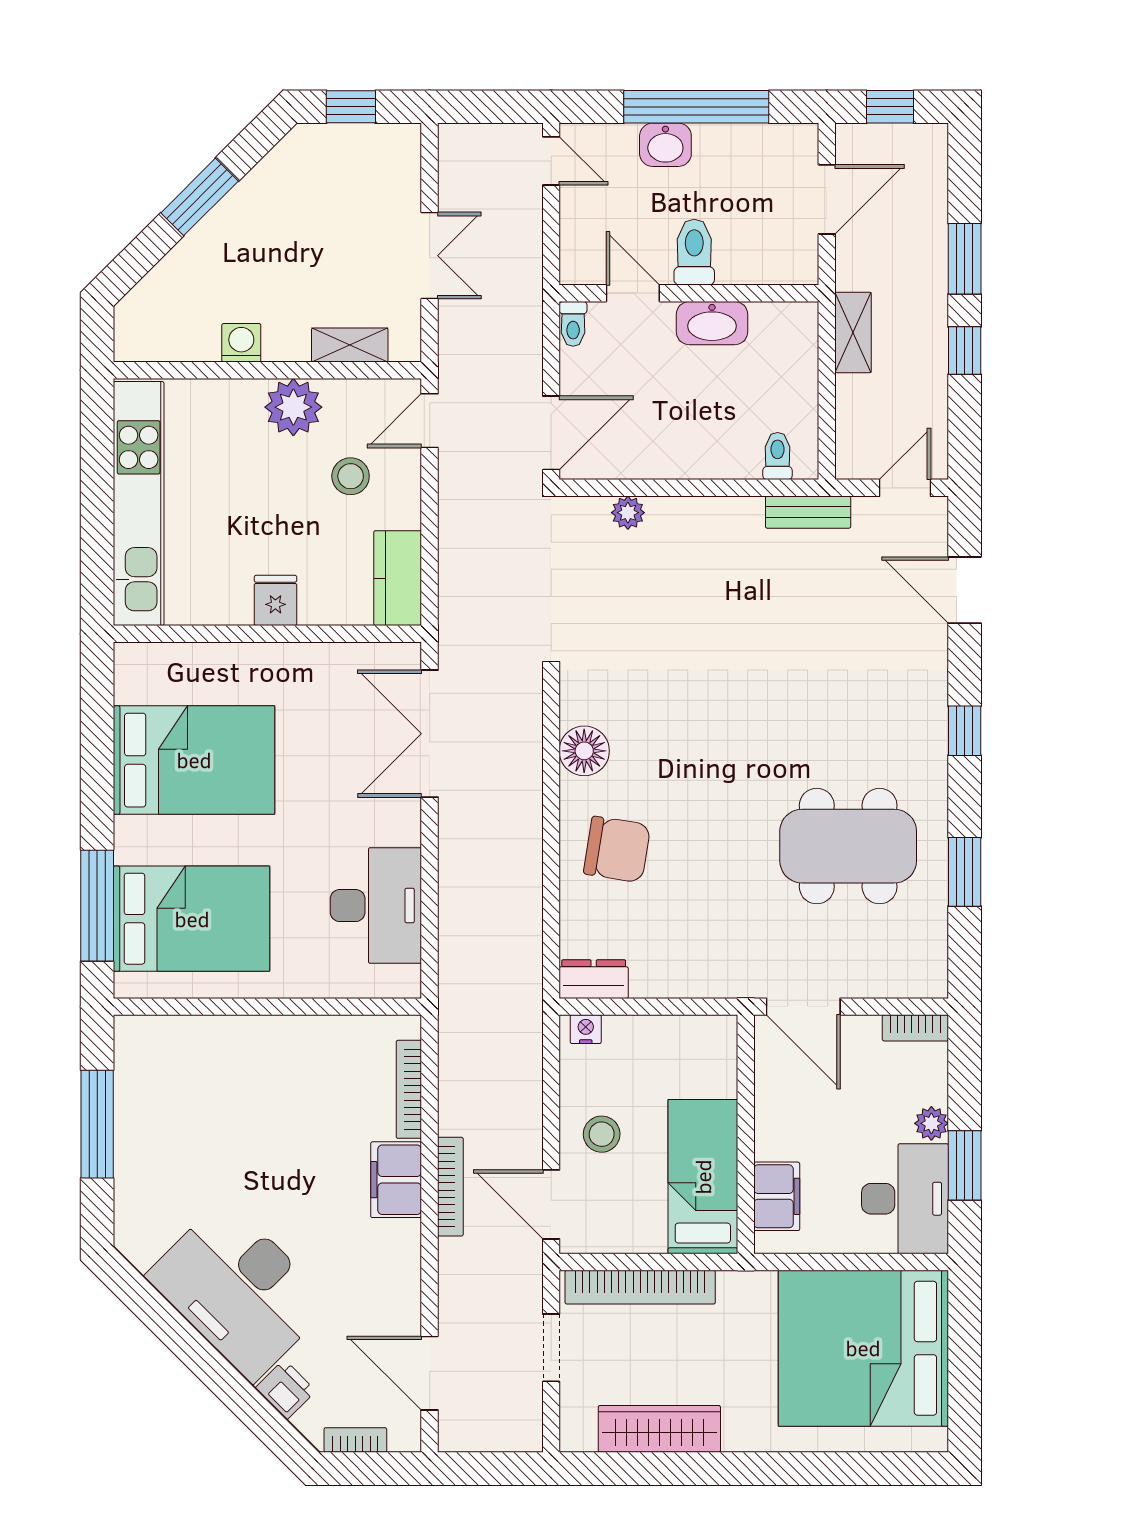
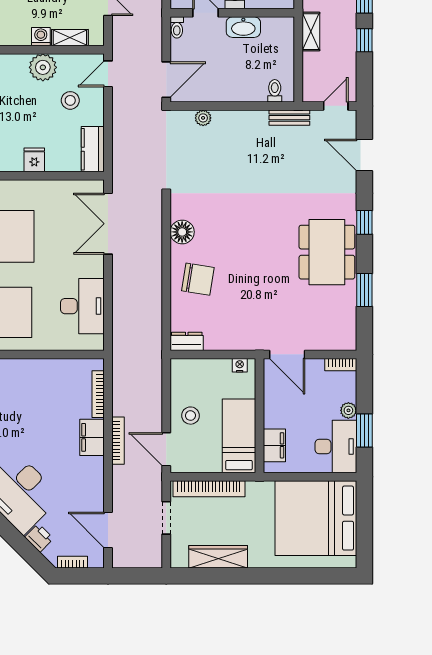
washing machine: (241, 343) -> (41, 37), moved
dining table: (848, 846) -> (327, 252), moved, turned 90
nightstand: (586, 1029) -> (240, 365), moved

